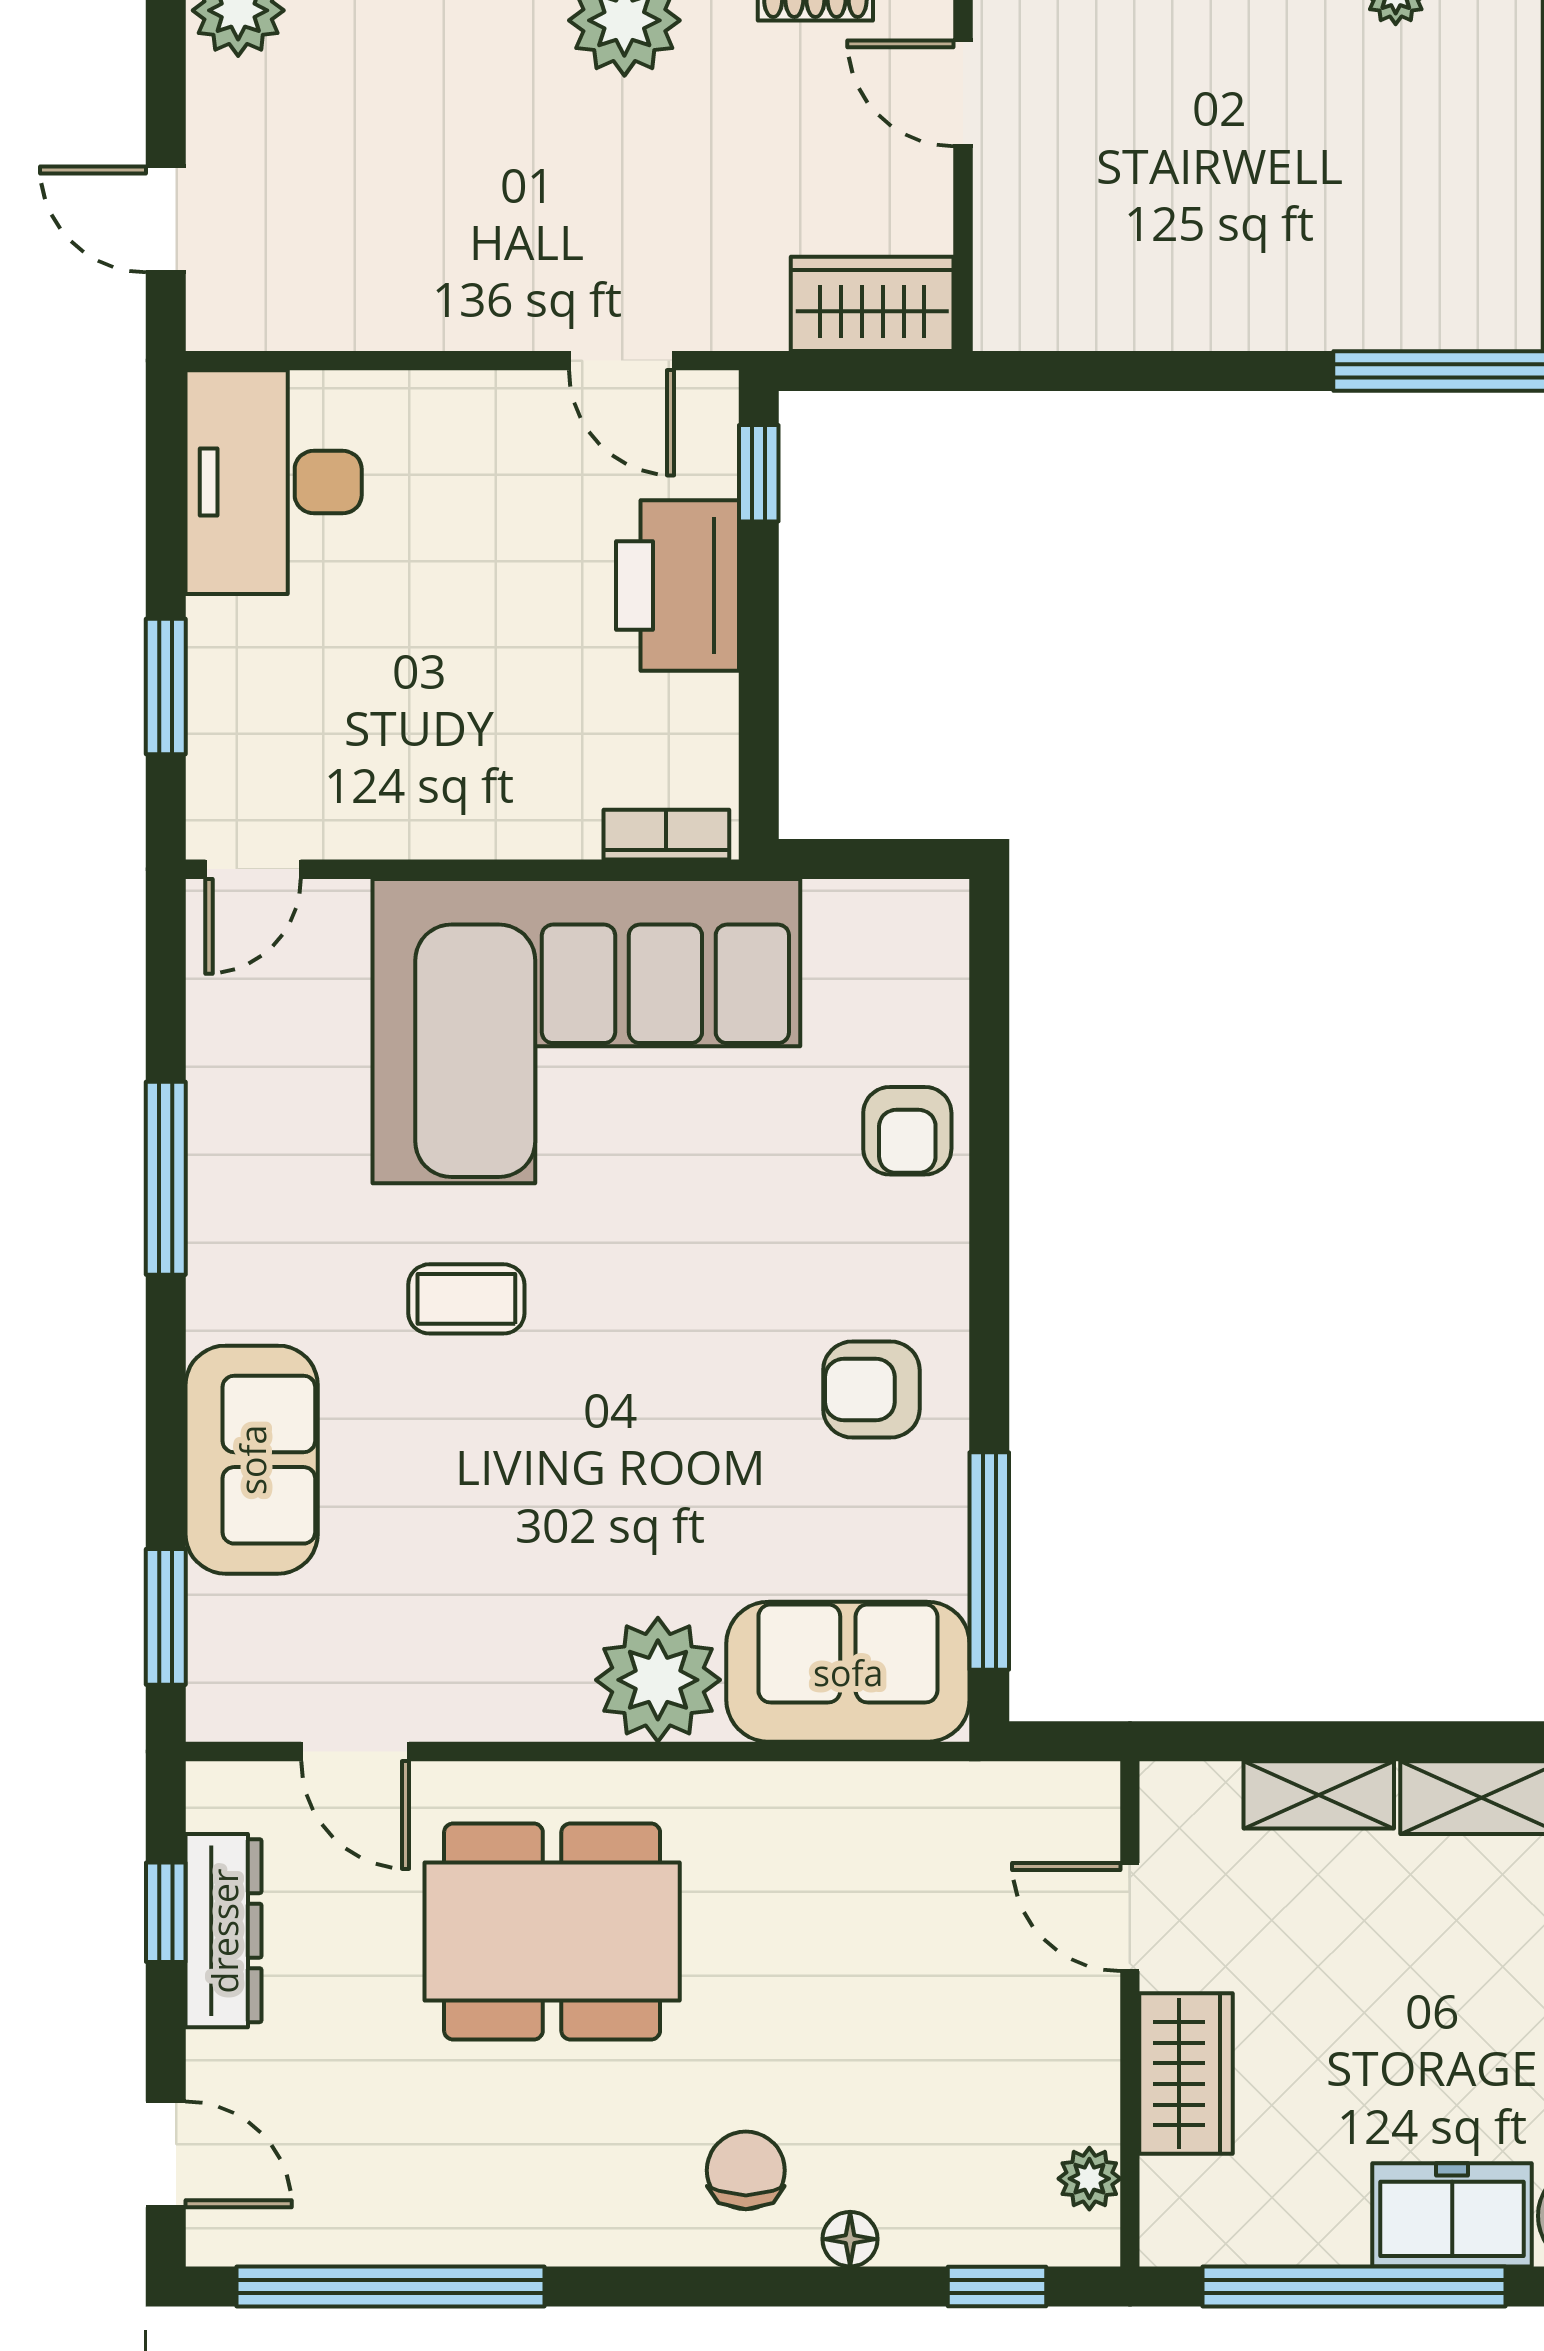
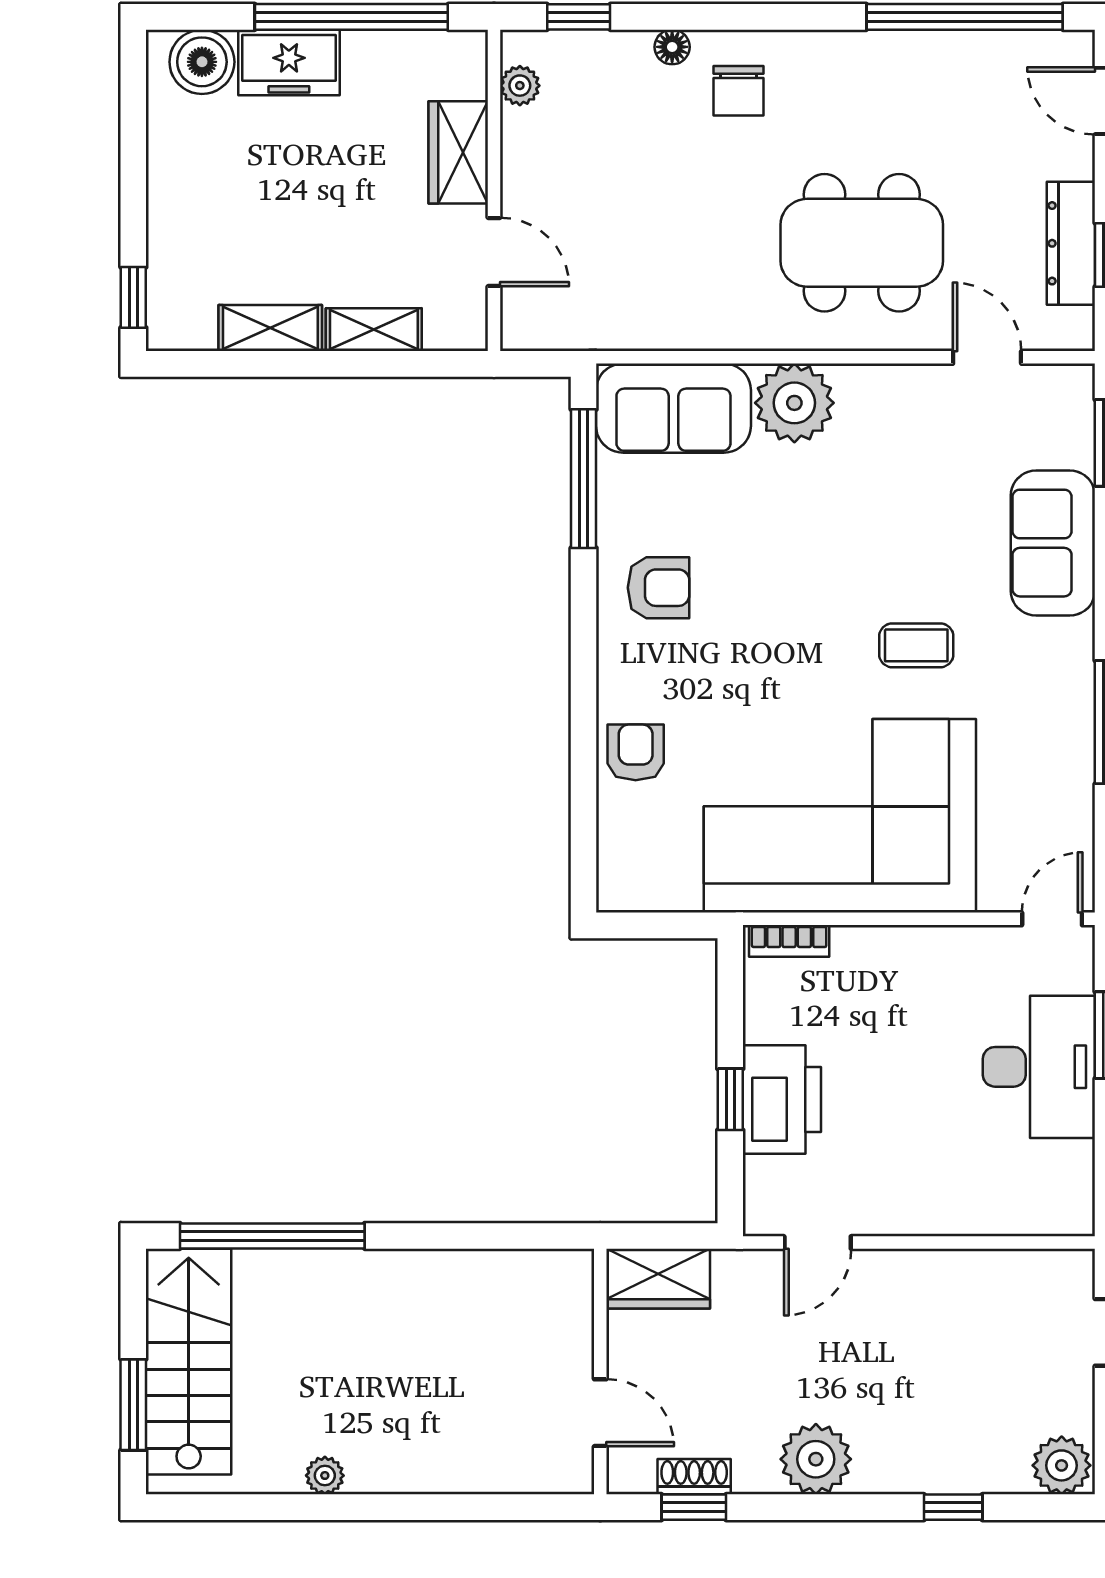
door: (621, 361) -> (818, 1243), swing flipped
window: (759, 473) -> (730, 1099), moved
desk: (274, 482) -> (1039, 1067), moved

